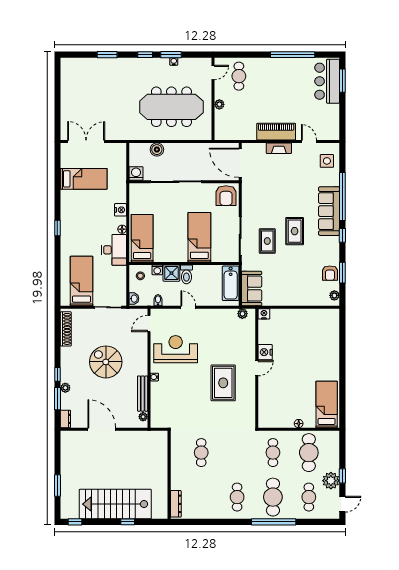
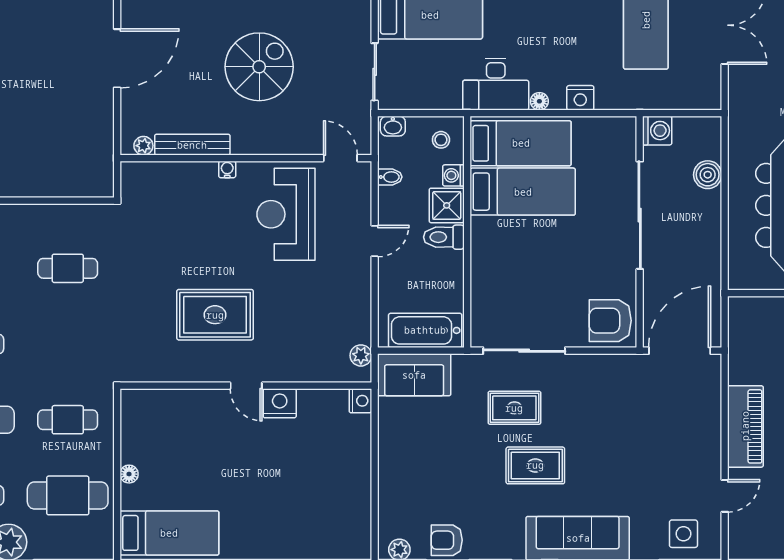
fireplace: (279, 148) -> (710, 432), removed
bed: (199, 237) -> (523, 192), moved
reception desk: (176, 349) -> (286, 214), turned 180

